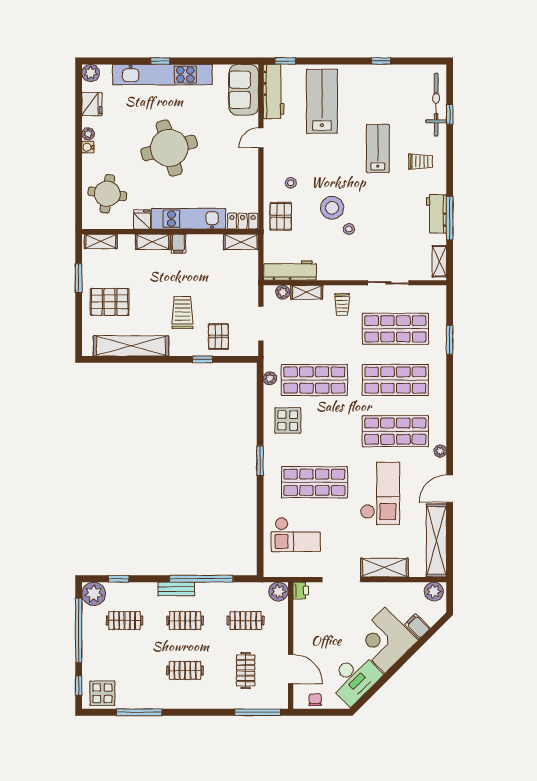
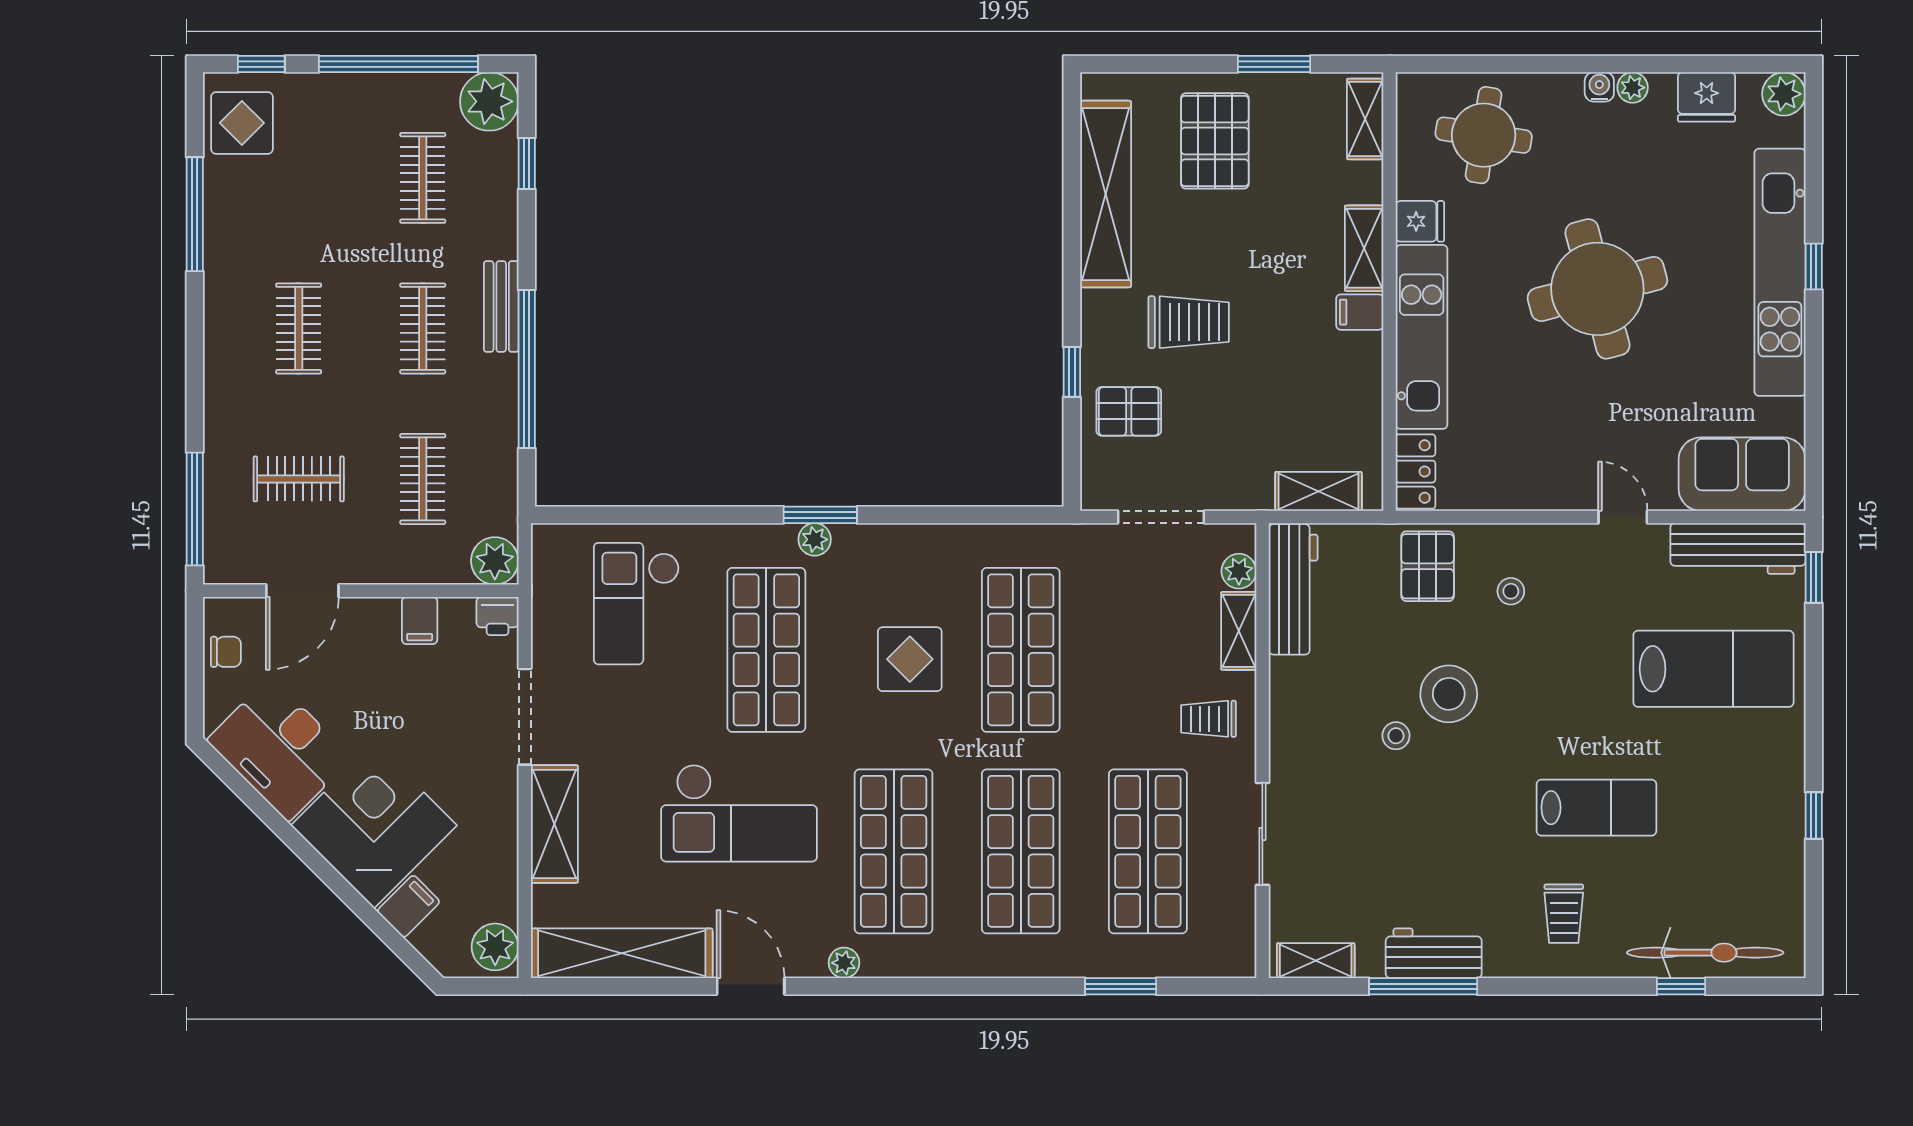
pallet: (281, 216) -> (1428, 566), turned 90
shelving: (241, 242) -> (1318, 491), moved, turned 90
plant: (270, 378) -> (815, 539), moved
display table: (288, 420) -> (910, 659), moved
filing cabinet: (303, 622) -> (420, 621), added

